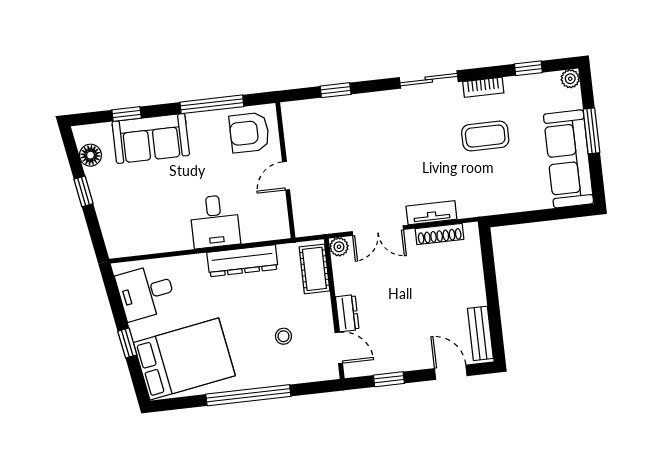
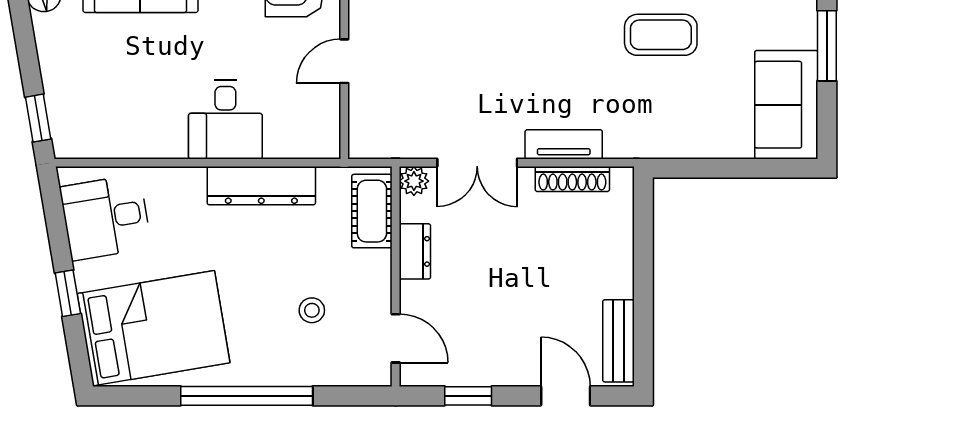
sofa: (568, 159) -> (786, 105), width x0.73
window: (83, 191) -> (38, 118), moved
dresser: (347, 313) -> (415, 251), moved

